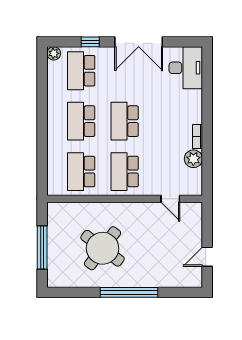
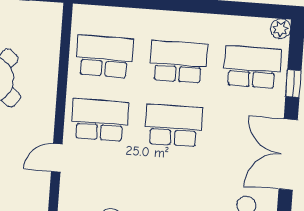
door: (170, 199) -> (57, 158), moved

